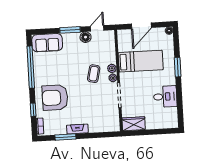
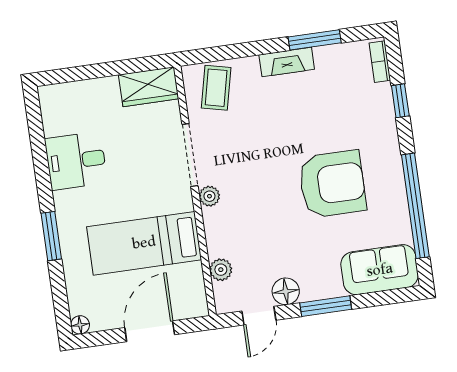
plant: (112, 68) -> (221, 270), moved
coffee table: (94, 74) -> (216, 88), moved
armchair: (55, 98) -> (332, 184), moved

